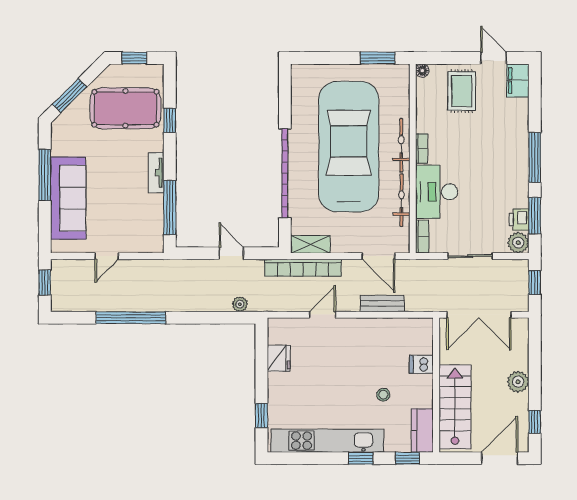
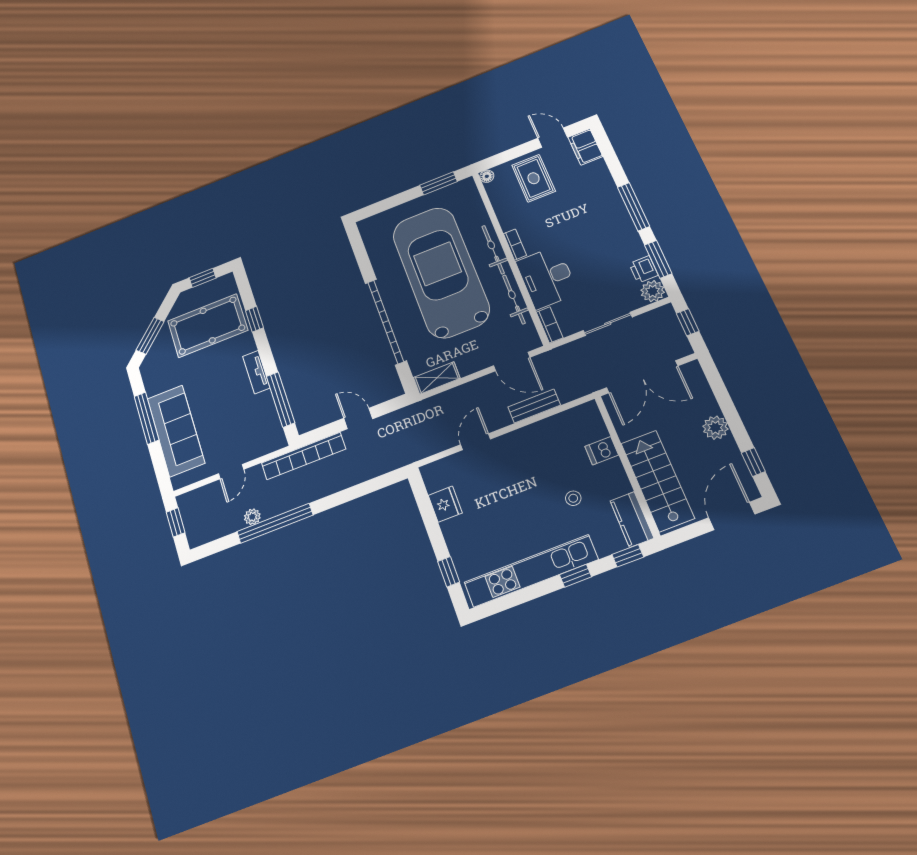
bookcase: (303, 268) -> (304, 456), moved
plant: (240, 304) -> (252, 517), moved

